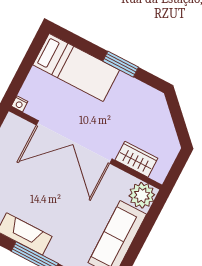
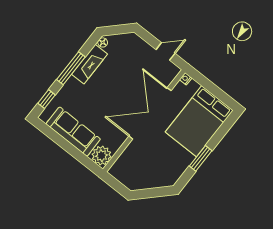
bed: (76, 67) -> (199, 121), width x1.50
wardrobe: (136, 159) -> (129, 157), removed

